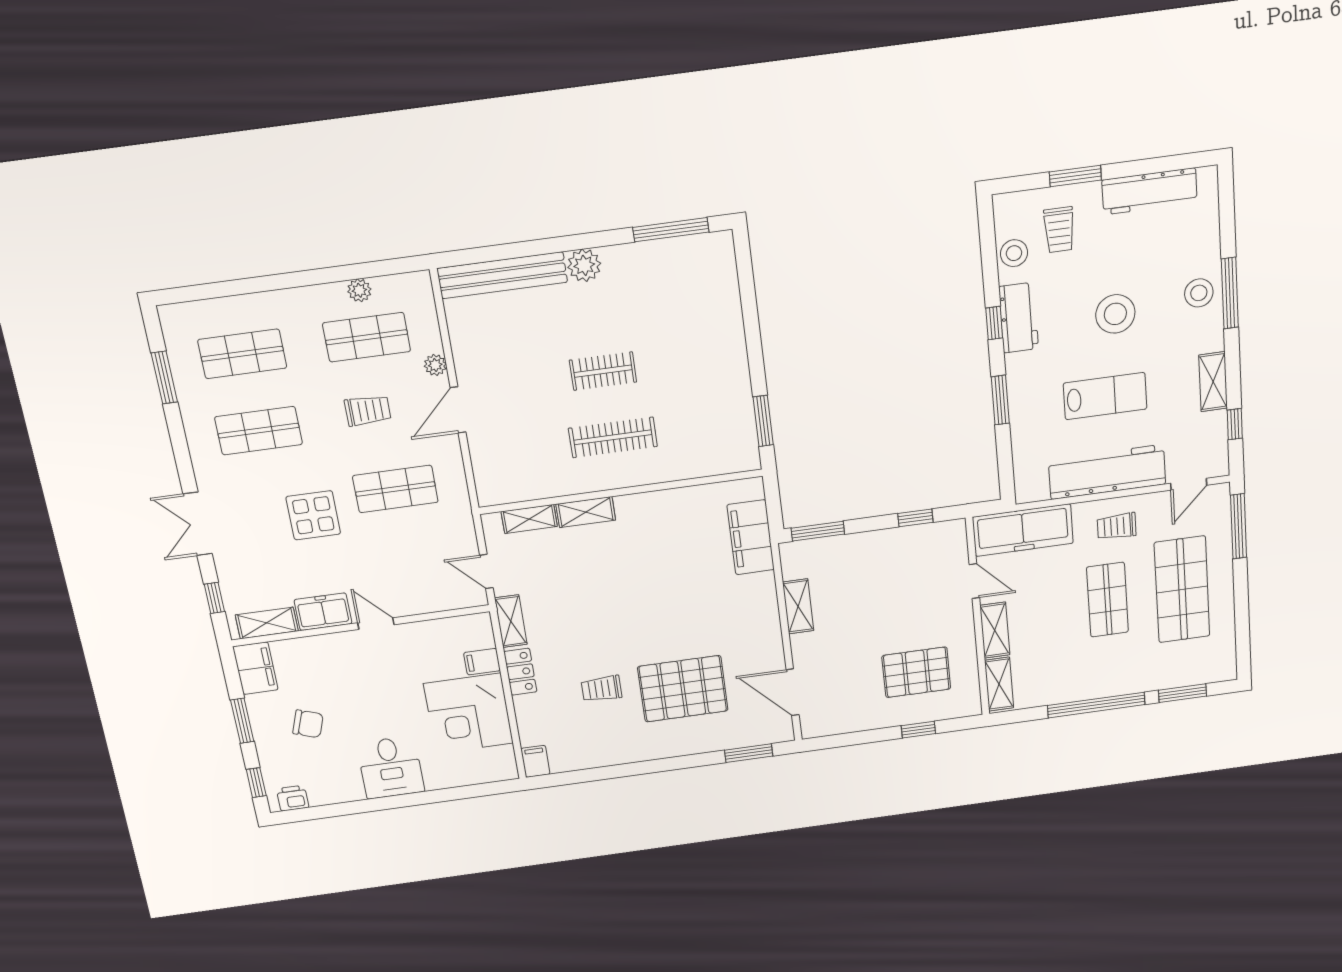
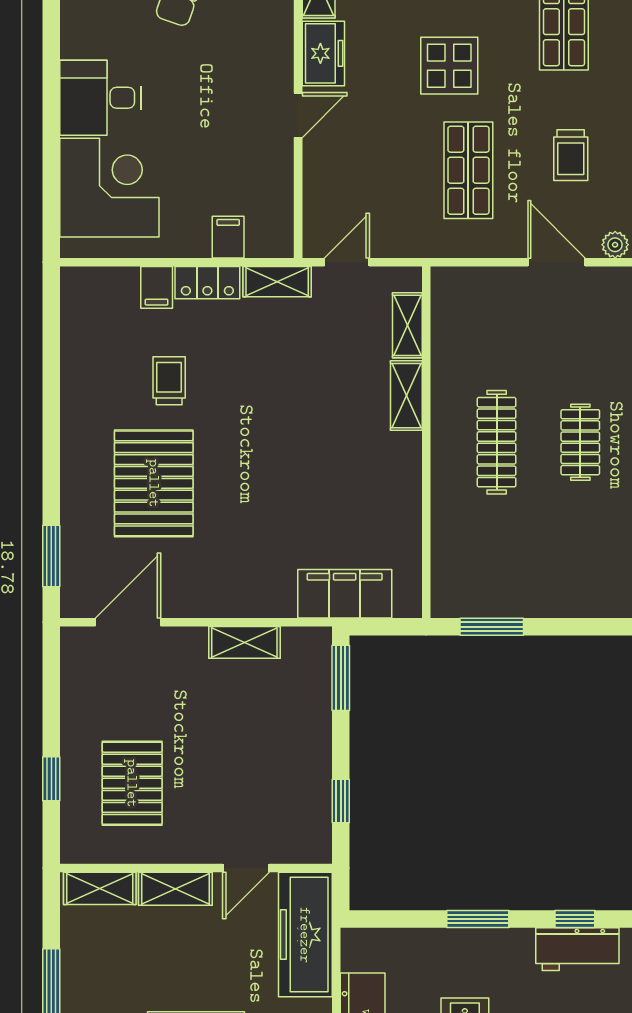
corner desk: (469, 713) -> (109, 188), moved, turned 90
filing cabinet: (535, 761) -> (157, 287), moved, turned 90

